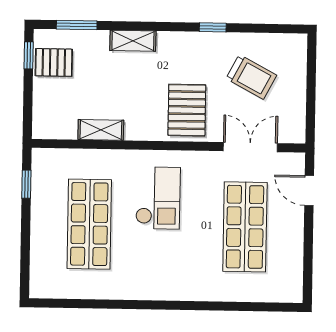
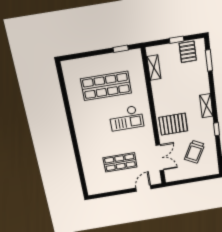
shelving: (133, 41) -> (206, 106), moved
window: (29, 55) -> (177, 40), moved
shelving: (101, 130) -> (154, 68), moved
shop shelf: (245, 227) -> (120, 162), width x0.70, depth x0.74

